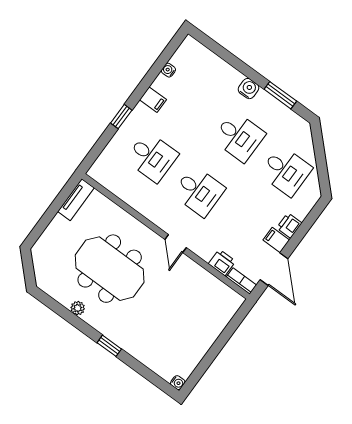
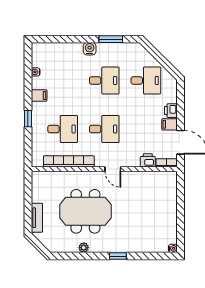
bookcase: (132, 198) -> (69, 161), added
tv unit: (76, 200) -> (37, 218), moved

